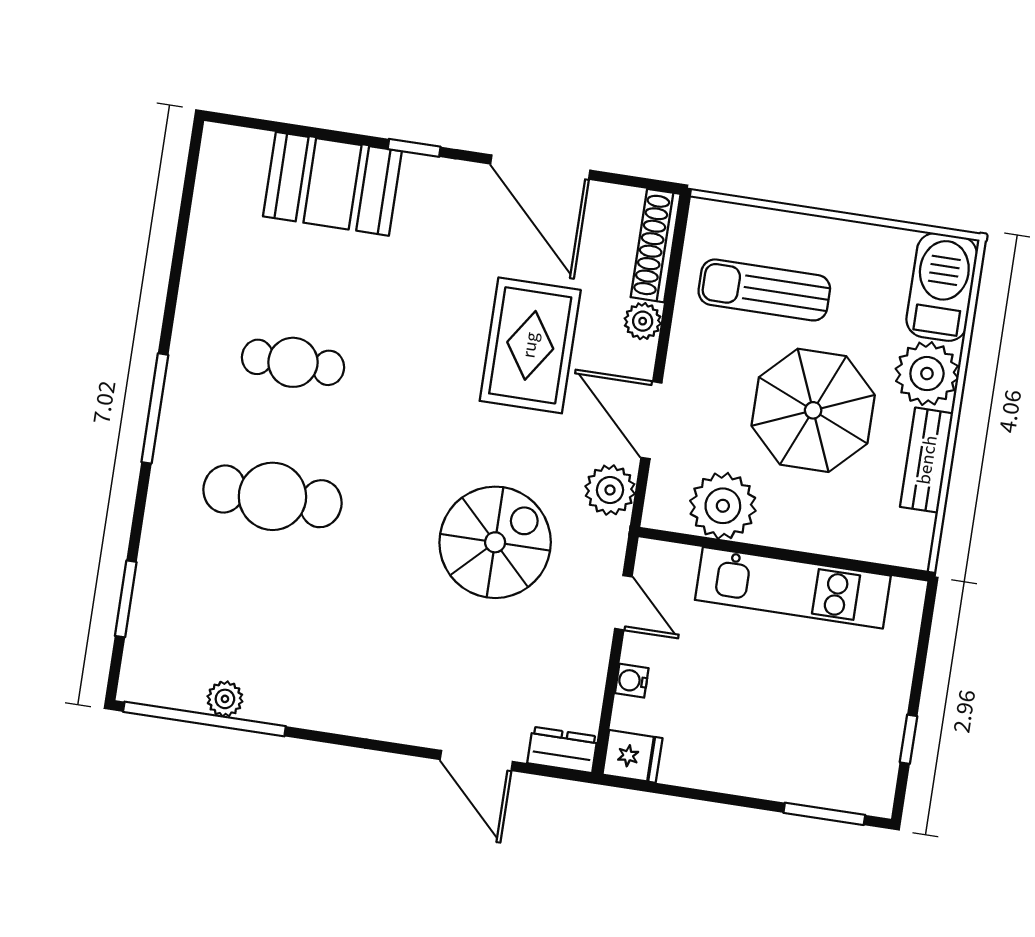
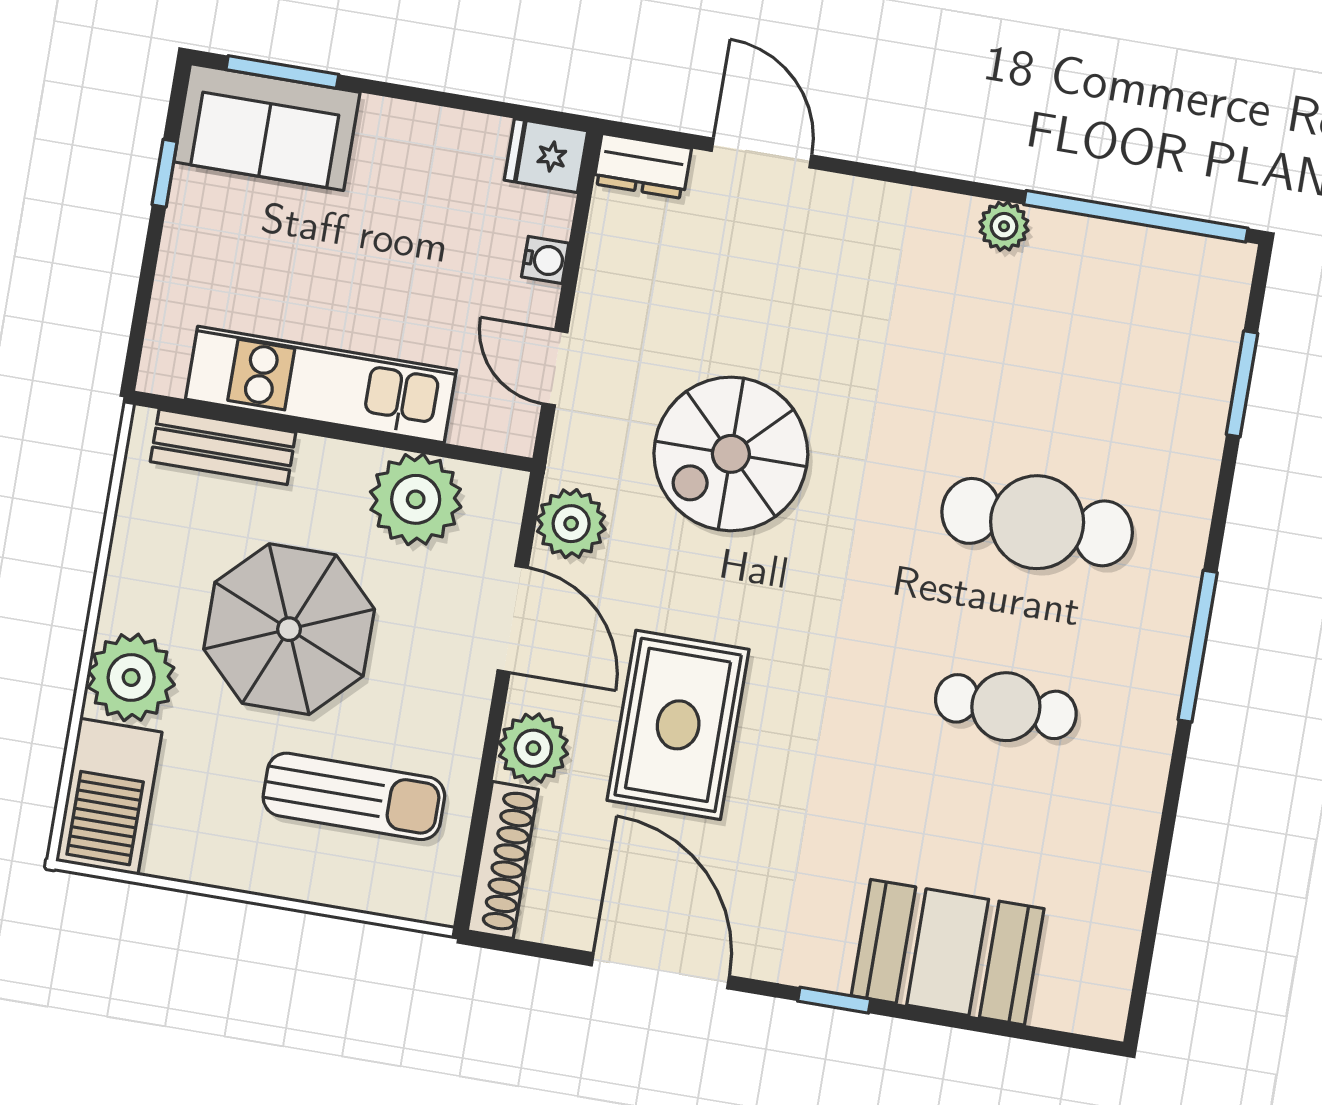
plant: (643, 321) -> (533, 748), width x1.38, depth x1.38
bench: (927, 460) -> (223, 447), moved, turned 90
plant: (225, 699) -> (1004, 226), moved
sofa: (835, 774) -> (267, 127), added

